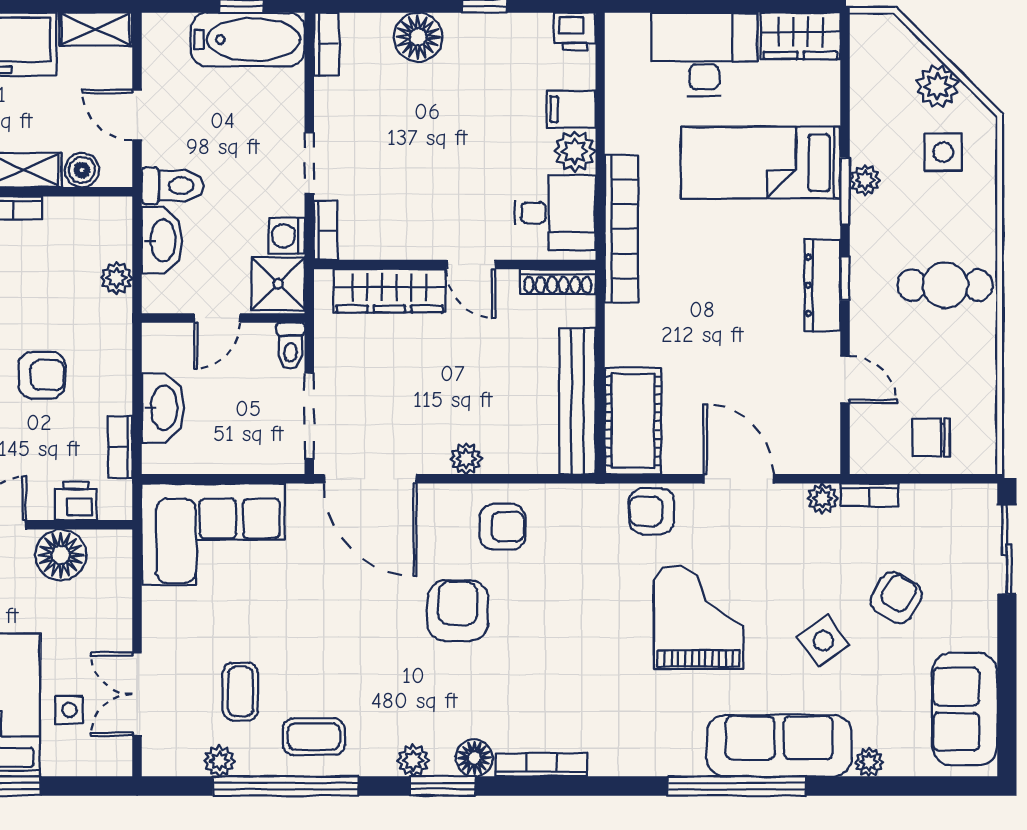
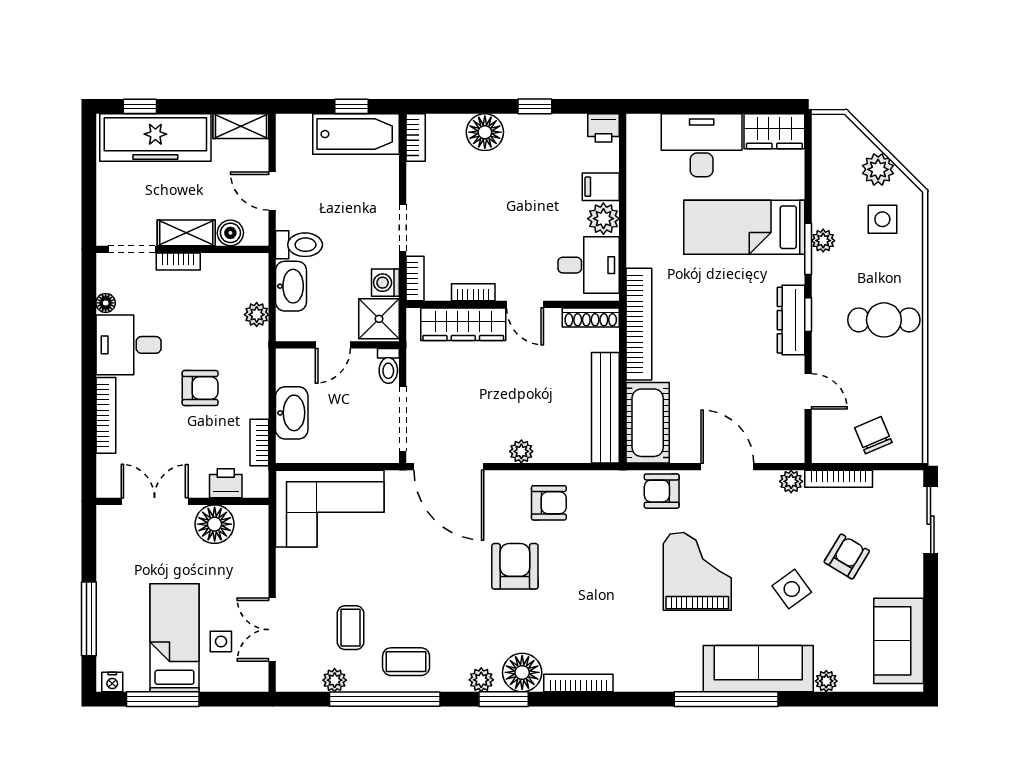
bookcase: (621, 229) -> (639, 324), moved
bookcase: (403, 248) -> (473, 292), added
chair: (931, 437) -> (873, 435), turned 67
bookcase: (869, 495) -> (839, 479), width x1.56
floor lamp: (474, 758) -> (522, 672), width x1.38, depth x1.38

